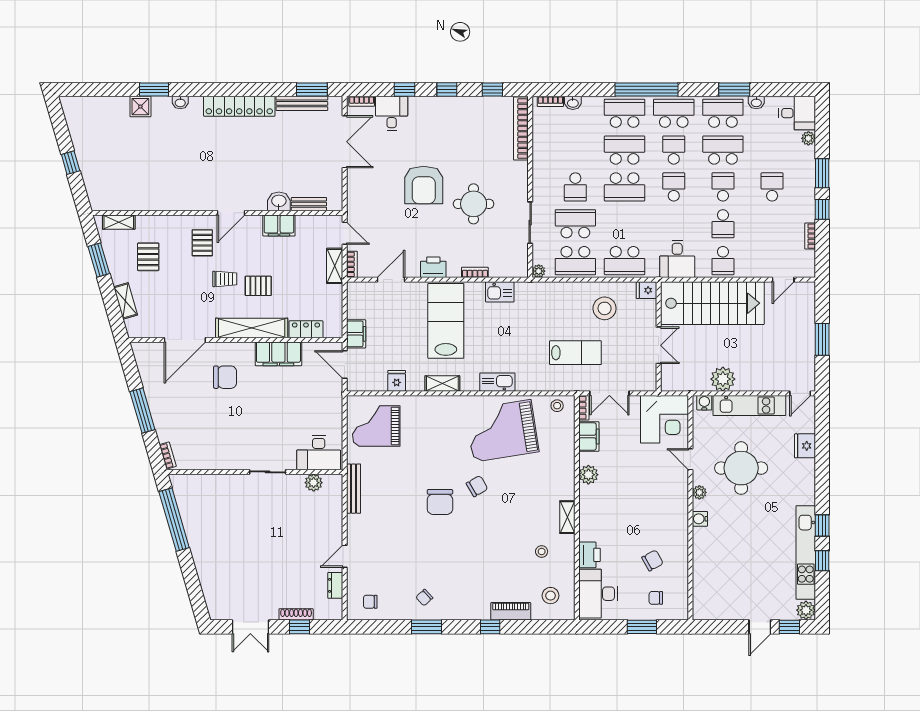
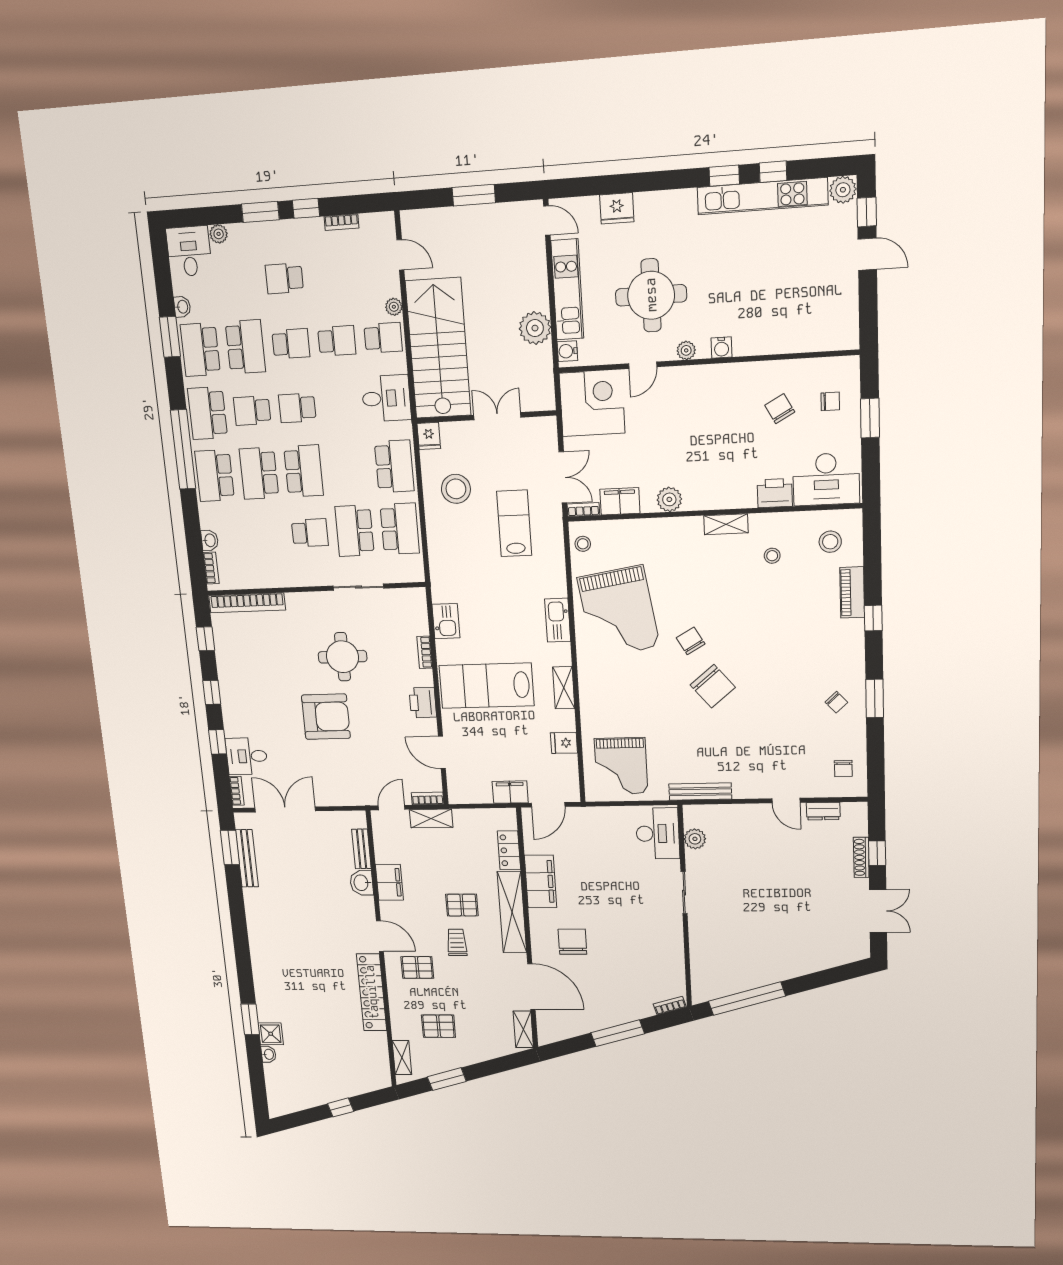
washbasin: (180, 103) -> (269, 1054), moved
locker: (239, 106) -> (372, 992), moved, turned 180
school desk: (723, 150) -> (245, 347), turned 180
school desk: (723, 187) -> (291, 344), turned 180
plant: (539, 271) -> (394, 307), moved
pallet: (258, 286) -> (462, 905), turned 90
shelving: (126, 301) -> (523, 1029), moved, turned -74
chair: (440, 502) -> (713, 686), turned 50
chair: (656, 598) -> (830, 401), turned -90

